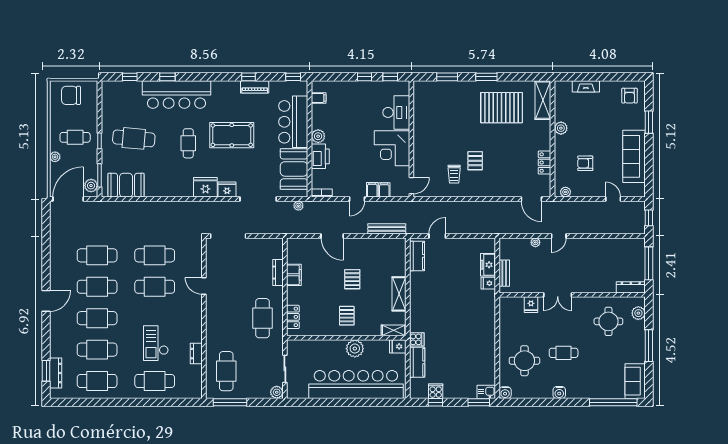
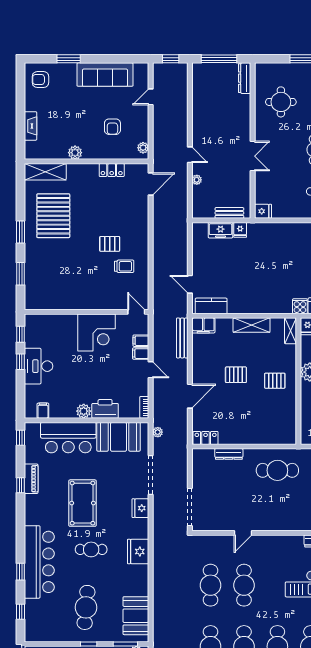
armchair: (629, 96) -> (40, 80), turned 180
desk: (396, 112) -> (39, 366), moved, turned -90
fridge: (205, 187) -> (138, 552), moved
filing cabinet: (294, 275) -> (203, 325), moved, turned 180
fridge: (531, 305) -> (263, 211), moved
plant: (638, 313) -> (272, 70), removed
locker: (293, 317) -> (206, 438), moved

